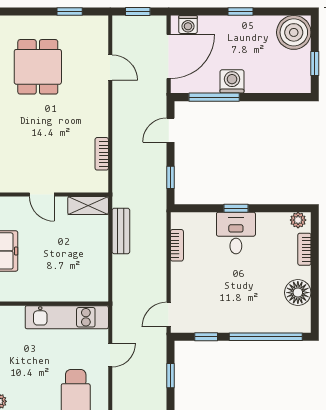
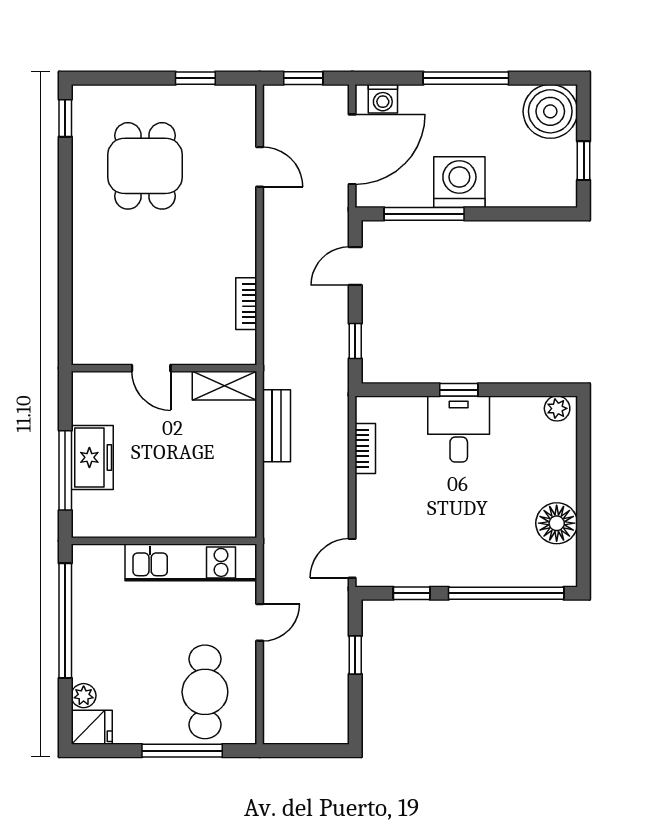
window: (241, 11) -> (466, 78), width x2.17
washing machine: (232, 81) -> (459, 182), width x1.37, depth x1.37
bookcase: (304, 249) -> (567, 455), removed

